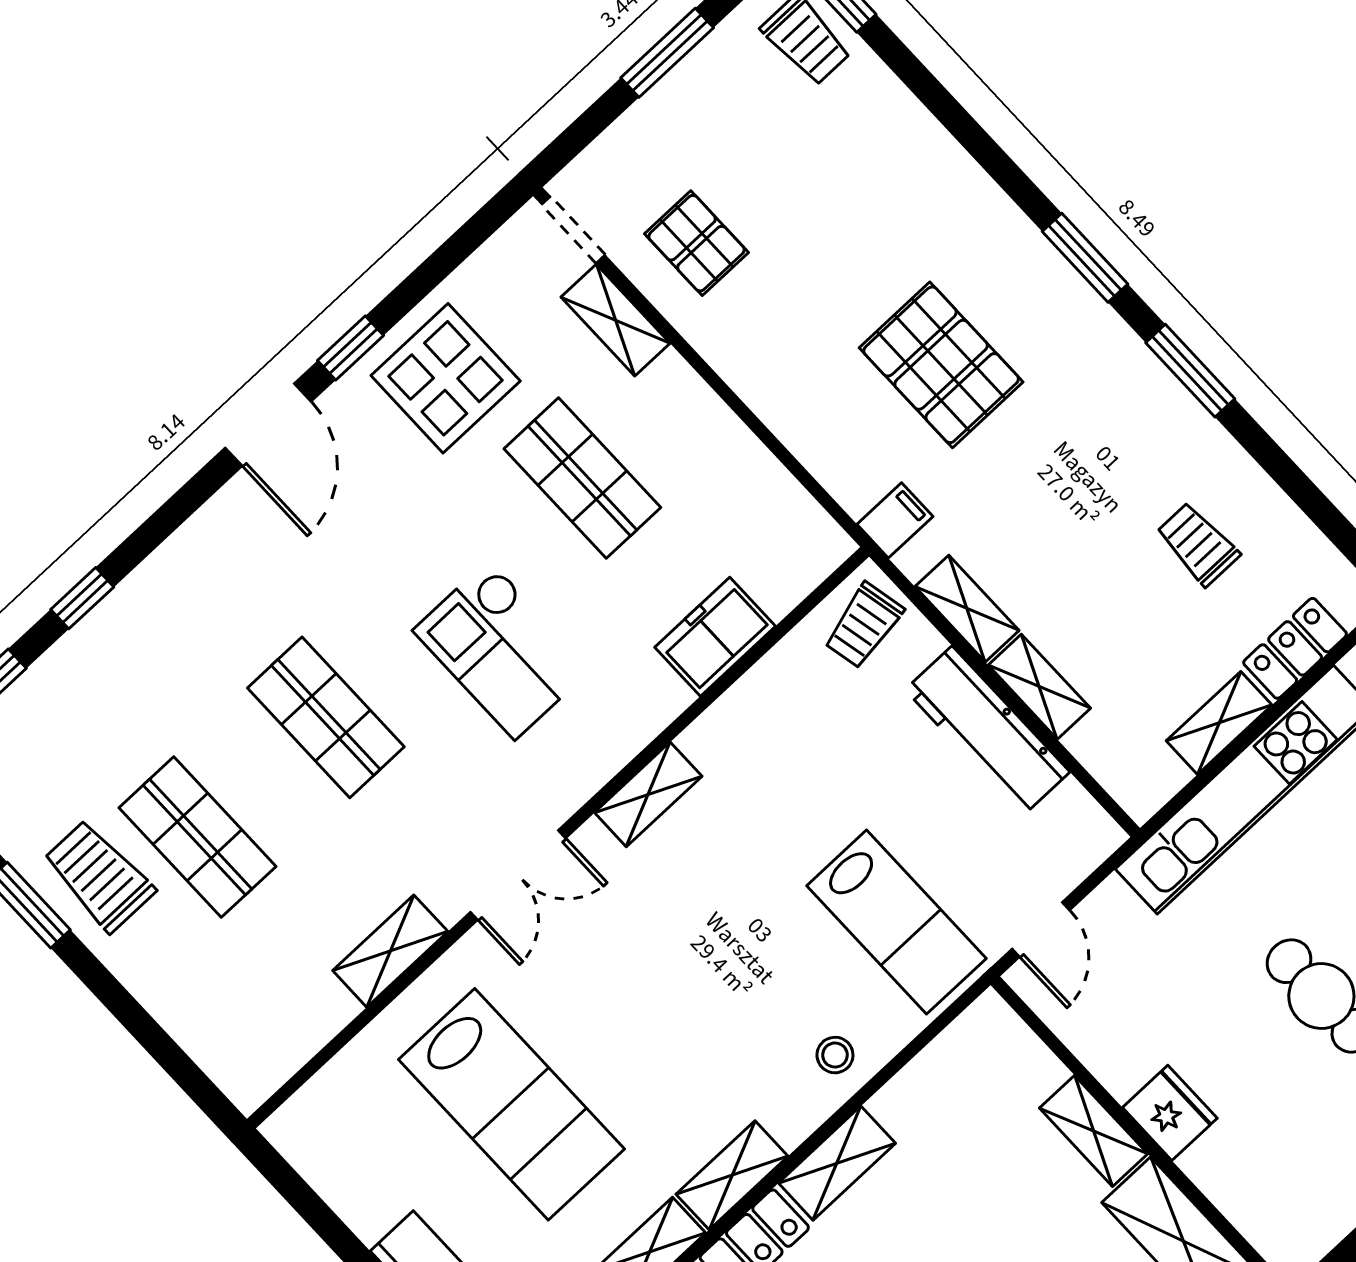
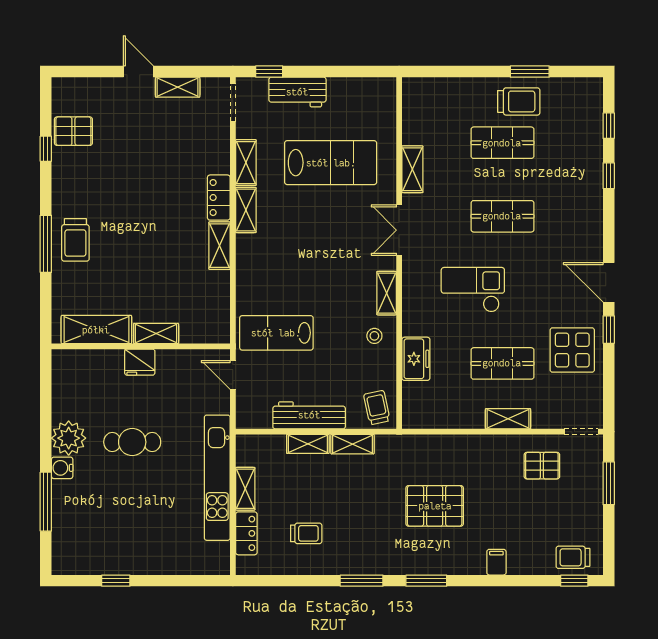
window: (667, 53) -> (609, 483), moved
shelving: (615, 320) -> (508, 419), moved
filing cabinet: (895, 520) -> (496, 562), moved, turned 180
stool: (835, 1055) -> (374, 336), moved
lab bench: (512, 1104) -> (331, 163), turned 180

